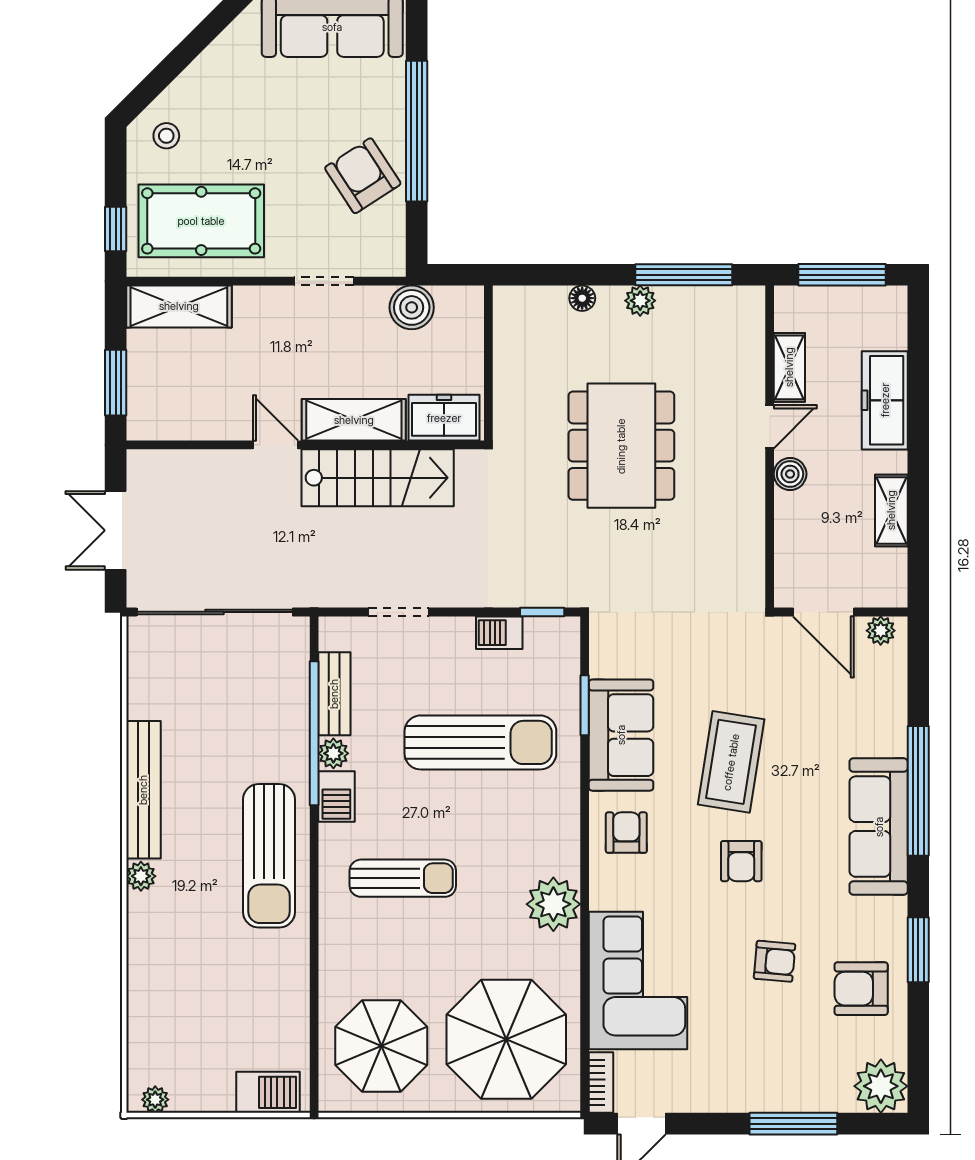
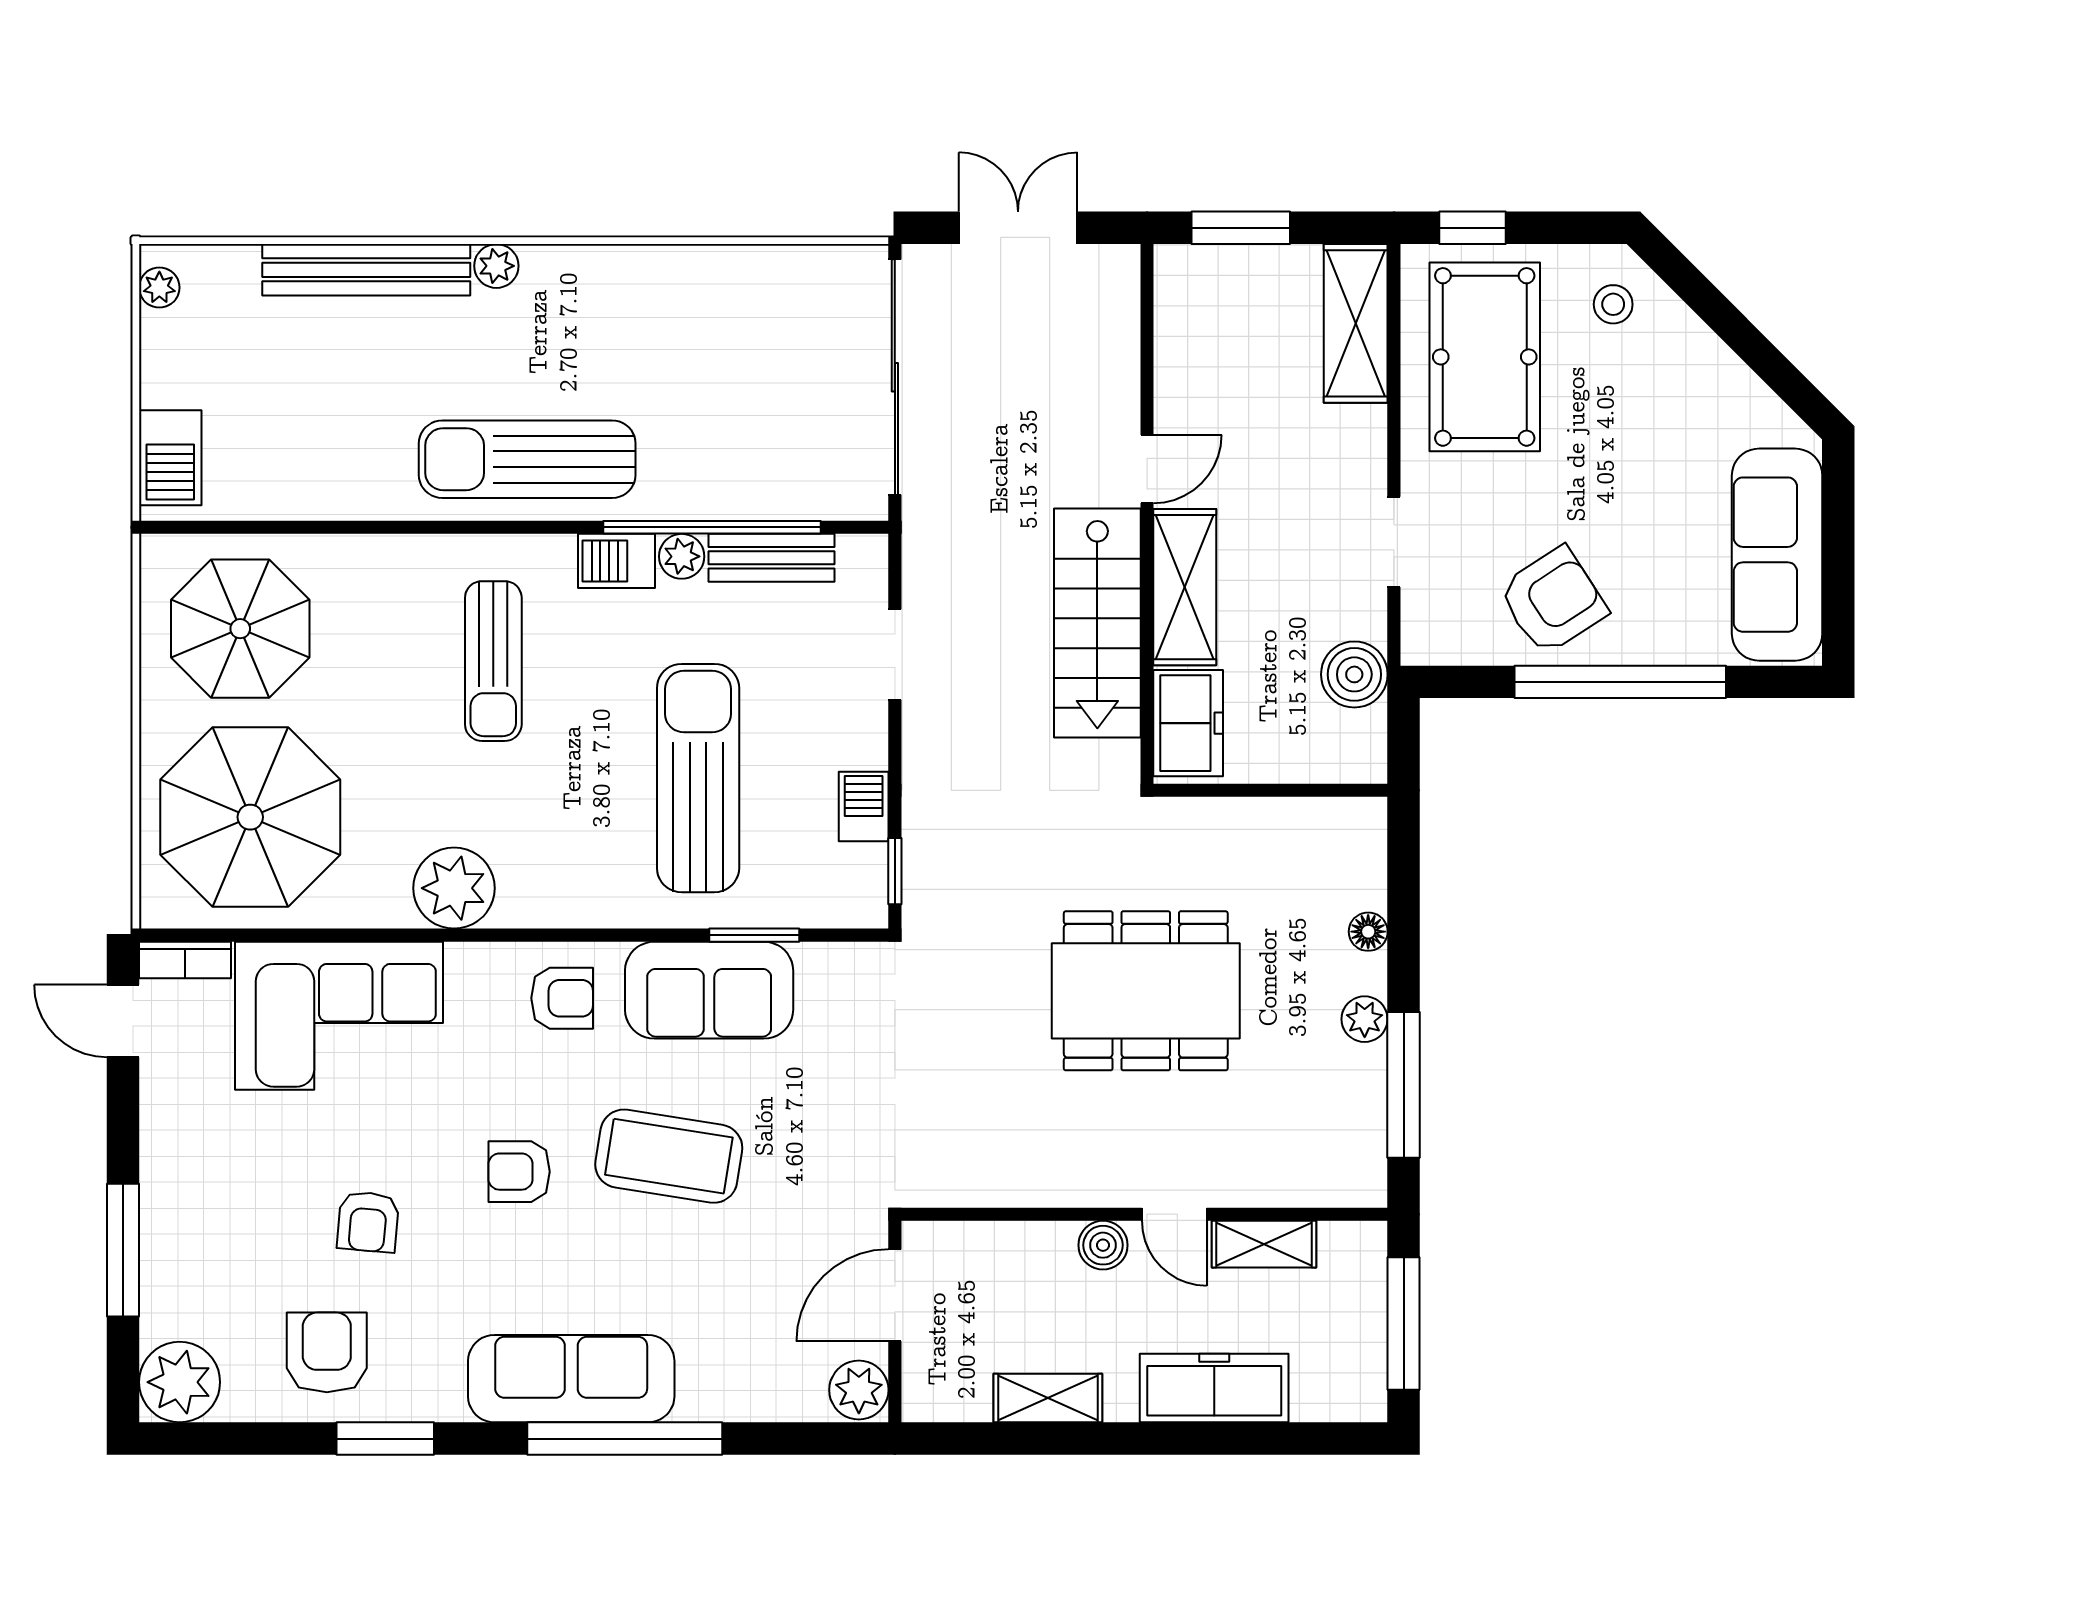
plant: (881, 631) -> (859, 1390), width x1.38, depth x1.38
sun lounger: (480, 742) -> (698, 778), turned 180
bench: (143, 790) -> (366, 270), moved

